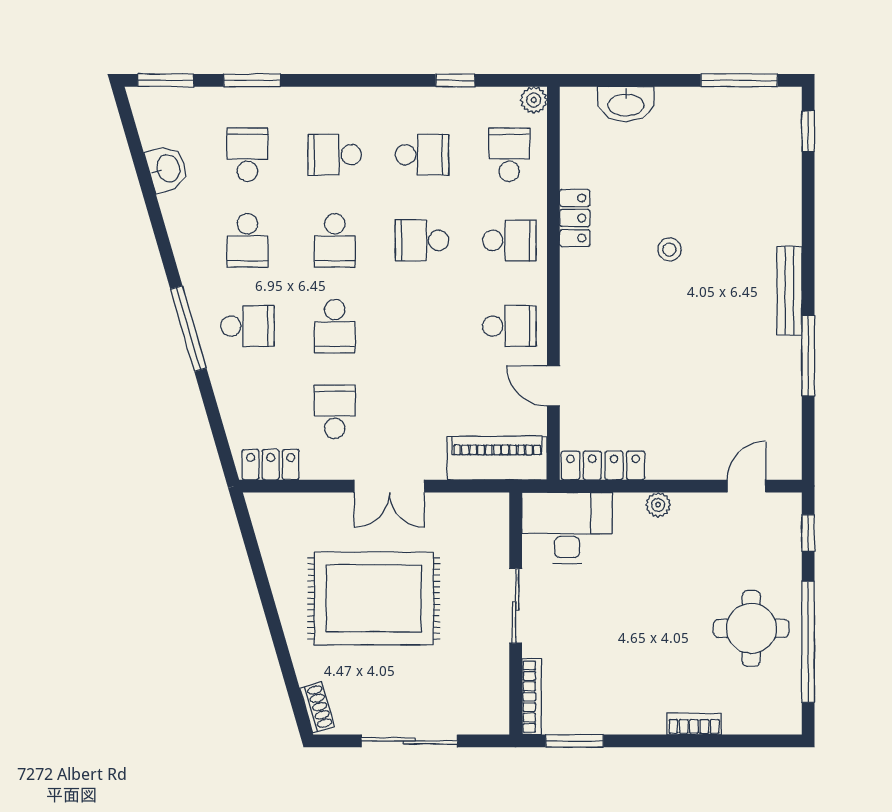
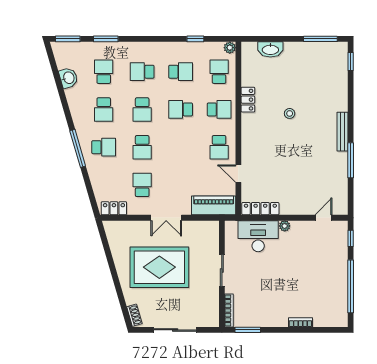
school desk: (509, 326) -> (219, 147), turned 90
desk: (567, 528) -> (258, 236), moved
round table: (751, 628) -> (326, 280), removed

